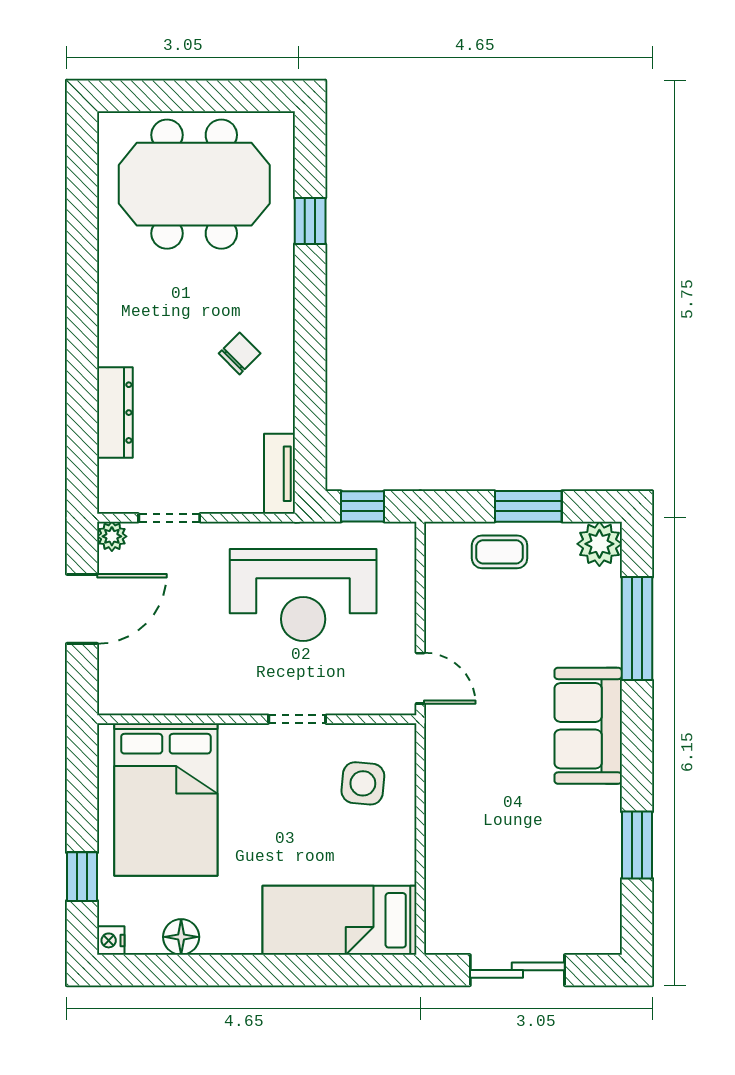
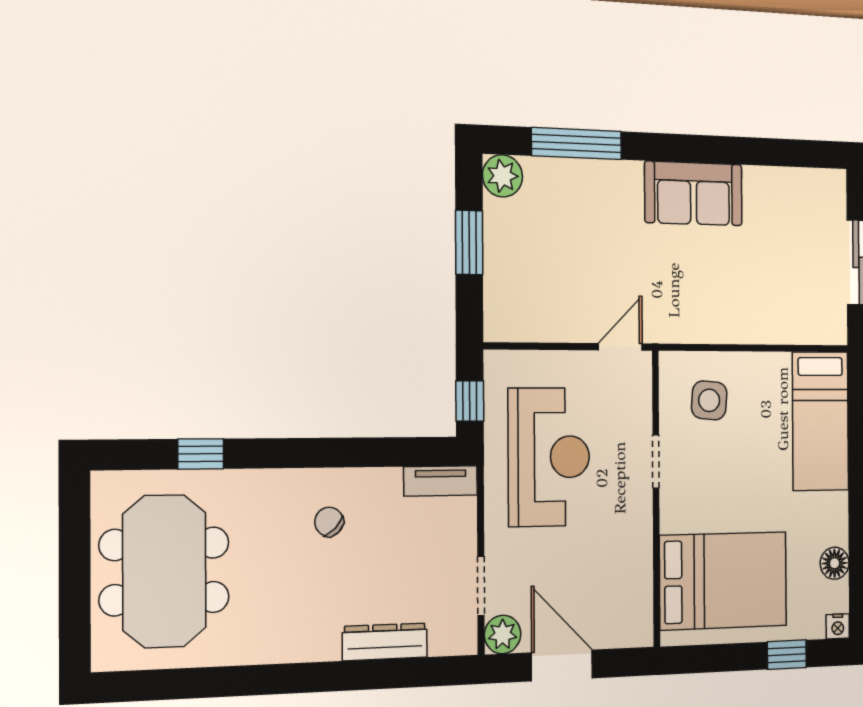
plant: (112, 536) -> (503, 634), width x1.38, depth x1.38
coffee table: (500, 552) -> (510, 271), removed
sofa: (588, 726) -> (694, 193), moved
window: (637, 845) -> (758, 152), removed

